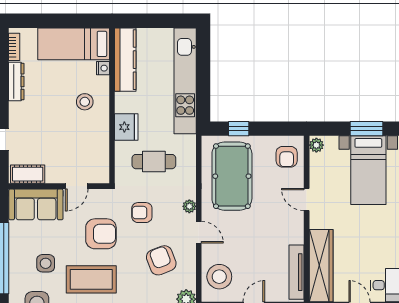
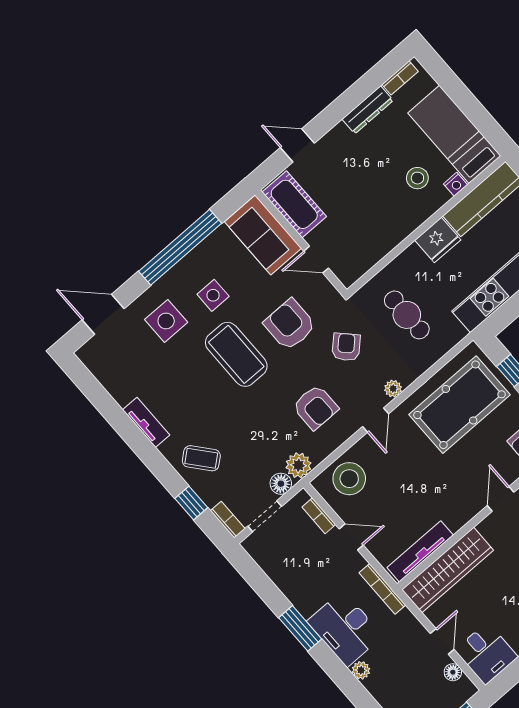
stool: (85, 102) -> (417, 178), moved
fridge: (126, 127) -> (438, 240), moved
cot: (28, 174) -> (294, 204), width x1.37, depth x1.34
armchair: (142, 213) -> (346, 347), turned 46
armchair: (101, 234) -> (290, 325), turned 180
armchair: (161, 260) -> (315, 407), turned 111

